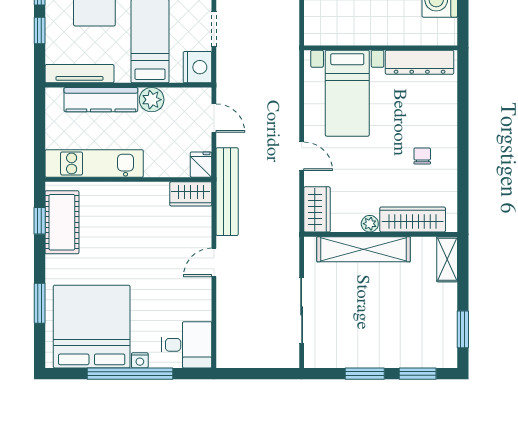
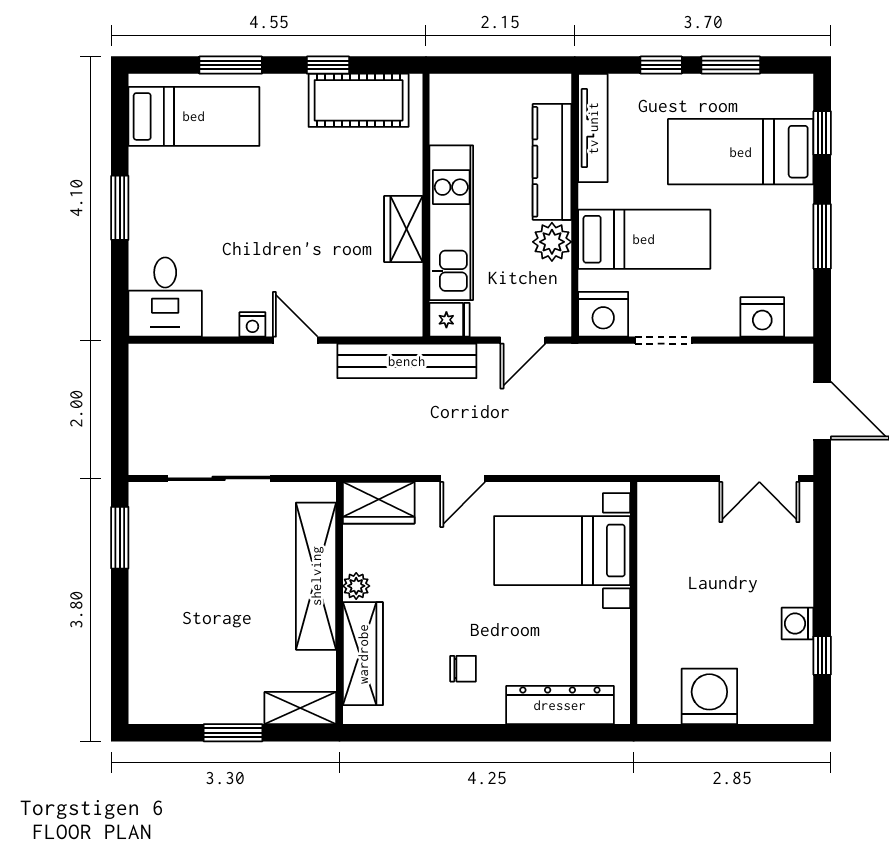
dresser: (420, 62) -> (560, 705), moved, turned 90
kitchen unit: (94, 163) -> (451, 223), moved
wardrobe: (191, 194) -> (403, 229), moved
window: (40, 221) -> (328, 65), moved
bed: (92, 327) -> (194, 116), width x0.49
window: (463, 329) -> (233, 733), moved
nightstand: (140, 360) -> (252, 324), moved, turned -90
window: (130, 374) -> (120, 208), width x0.47
window: (365, 374) -> (120, 538), moved
window: (418, 374) -> (120, 661), removed

